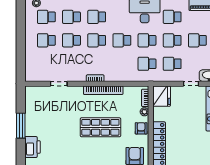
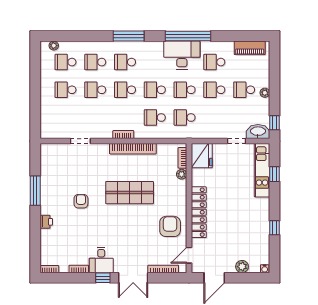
school desk: (172, 64) -> (155, 118), moved
armchair: (141, 128) -> (81, 201), moved
printer: (32, 147) -> (46, 222), width x0.53, depth x0.68

